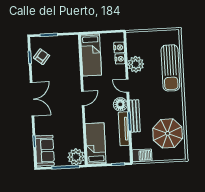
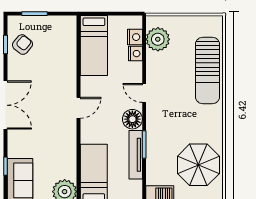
plant: (136, 64) -> (158, 39), moved
bench: (135, 116) -> (152, 137), removed

